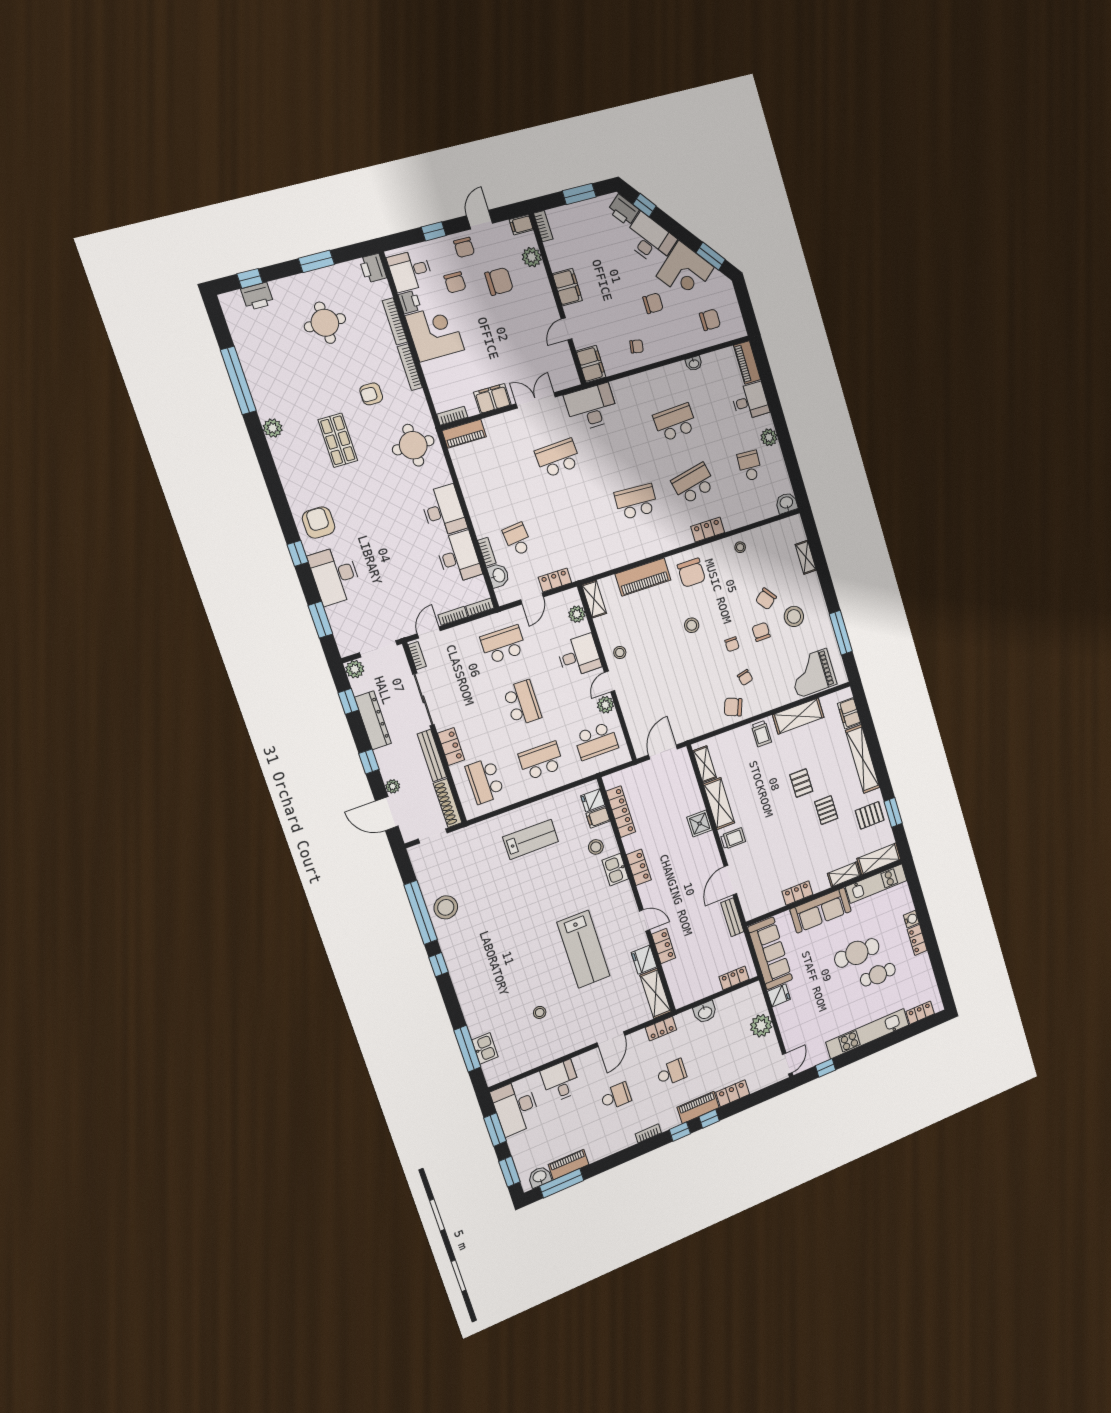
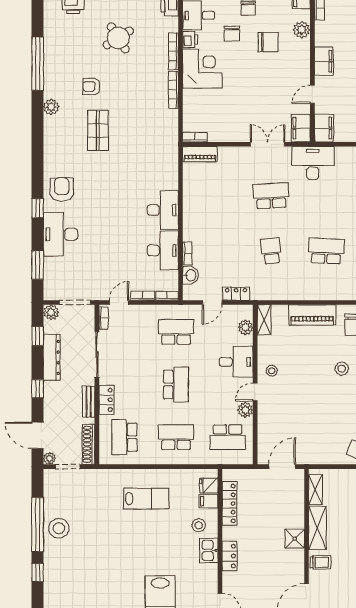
round table: (325, 323) -> (118, 38), turned -32
armchair: (371, 394) -> (91, 87), moved
filing cabinet: (492, 398) -> (301, 128), moved, turned -90
round table: (413, 445) -> (156, 151), removed
school desk: (518, 539) -> (271, 251), moved
bench: (432, 755) -> (89, 402), width x0.73
plant: (393, 786) -> (49, 458), moved

